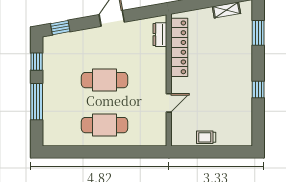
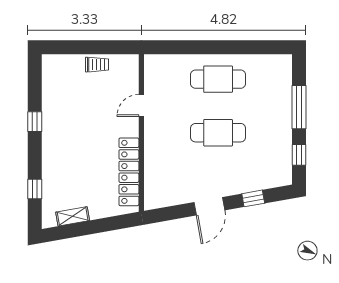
window: (60, 28) -> (253, 198), moved
window: (258, 33) -> (35, 189), width x0.67
dresser: (160, 35) -> (152, 187), removed

